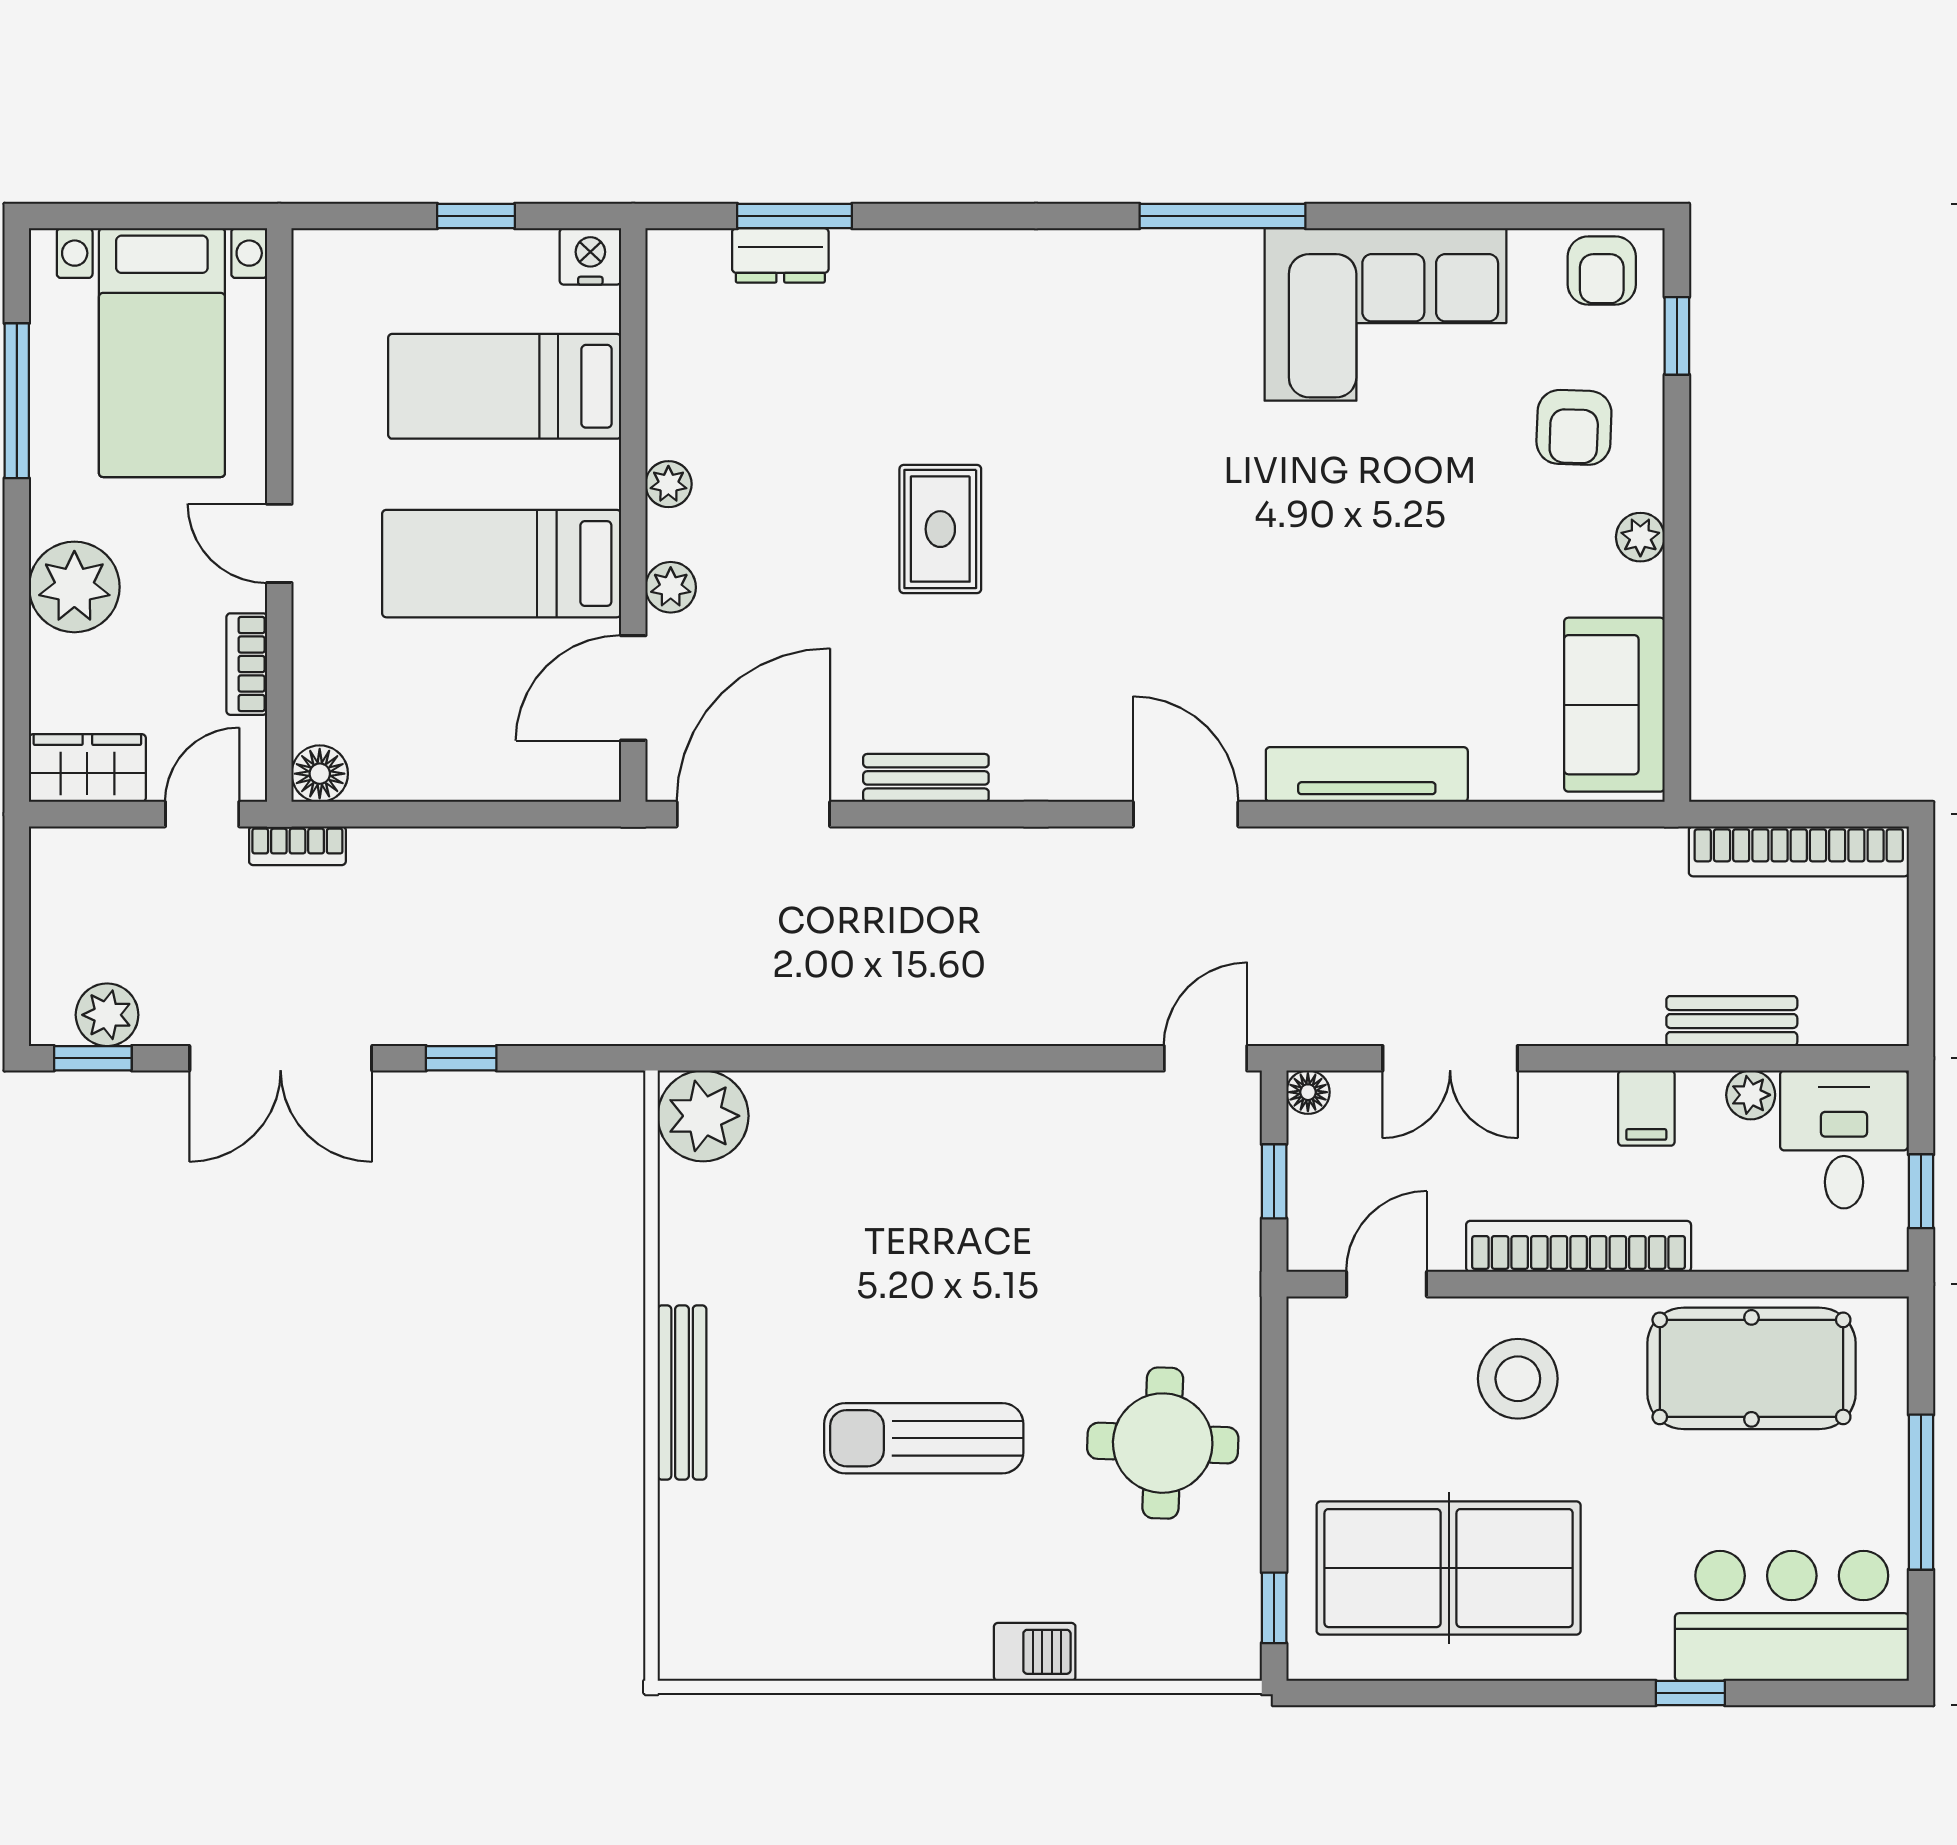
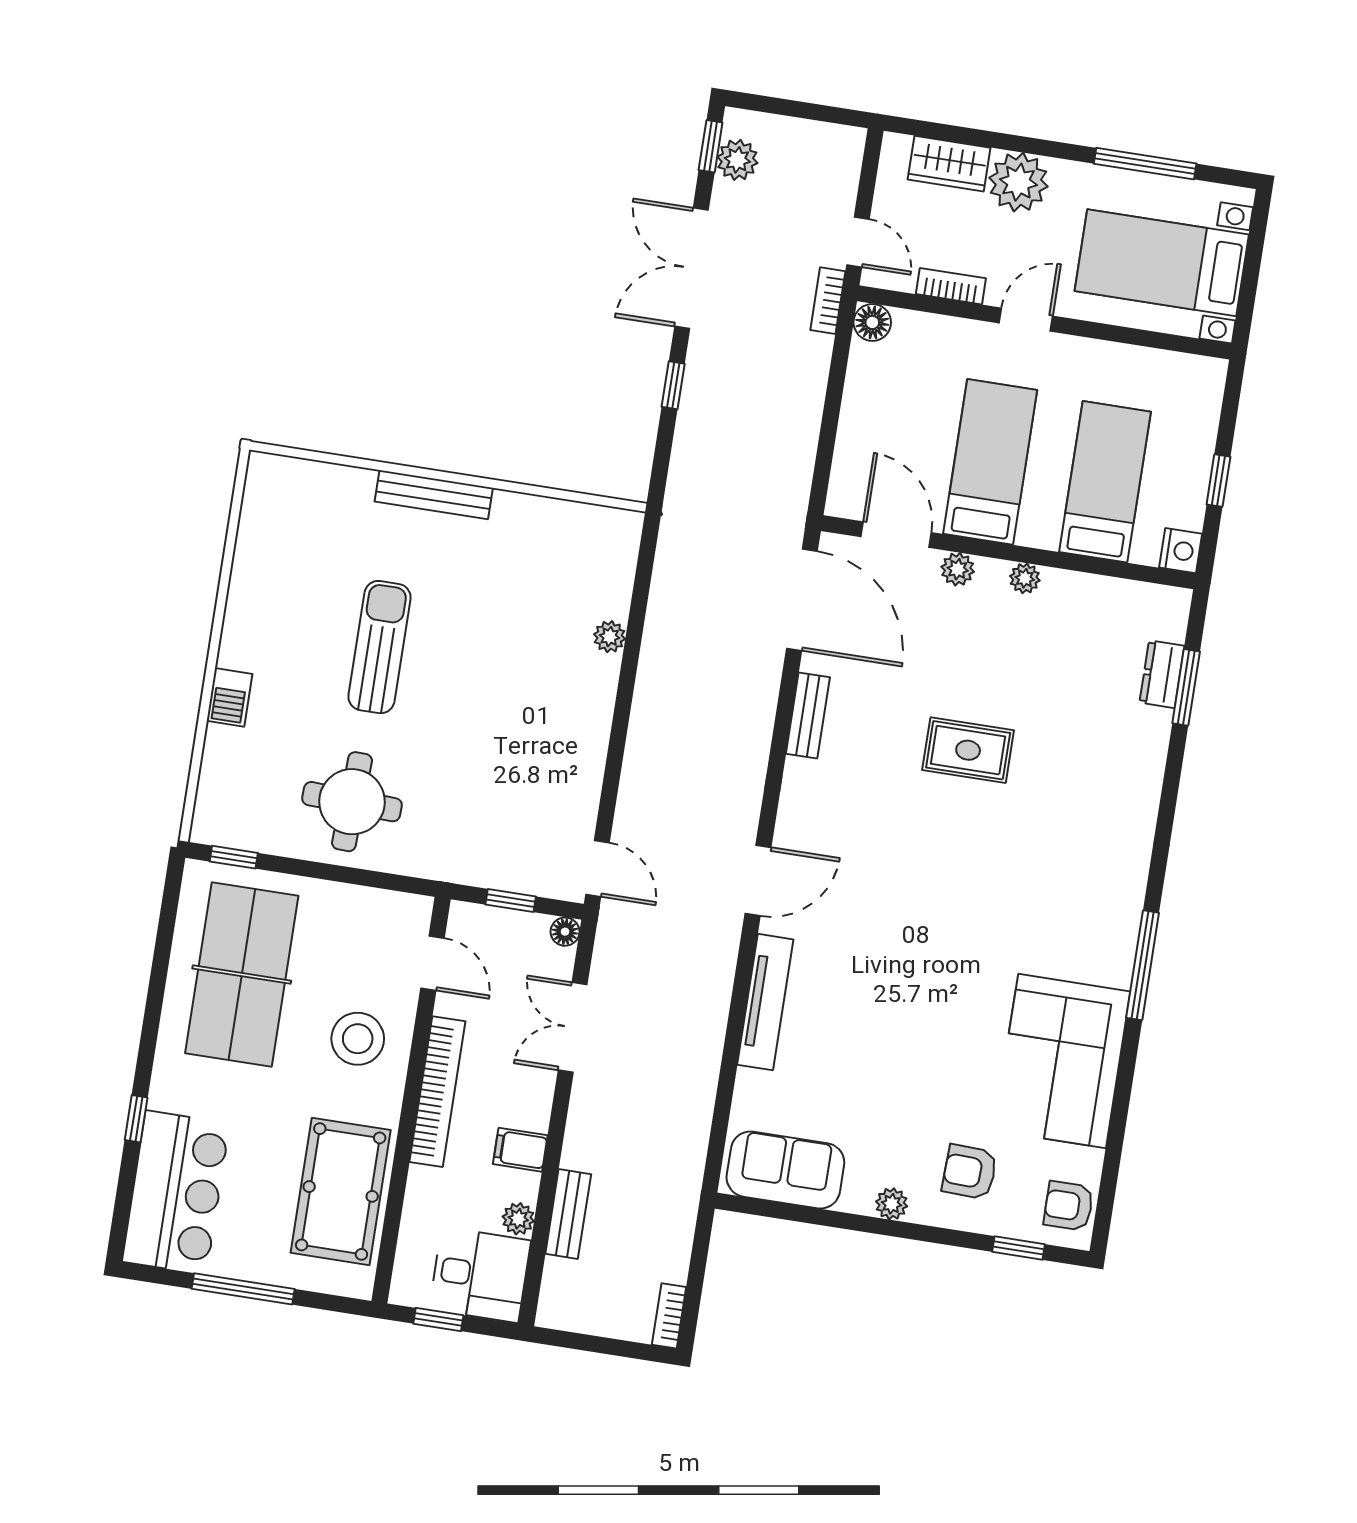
wardrobe: (87, 768) -> (949, 164), moved, turned 90
bookcase: (1799, 851) -> (669, 1316), width x0.43, depth x0.76
plant: (703, 1116) -> (610, 637), moved, width x0.53, depth x0.53

